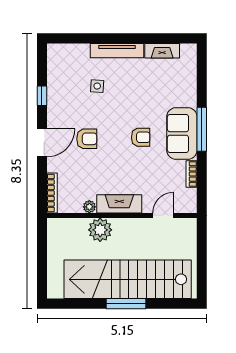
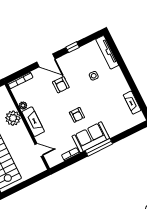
tv unit: (117, 51) -> (107, 52), moved

